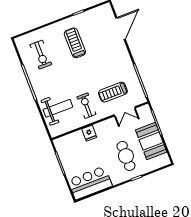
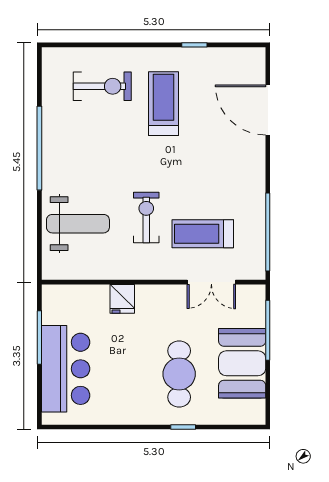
door: (120, 28) -> (268, 110), swing flipped
exercise bike: (41, 55) -> (102, 86), moved, turned -90
exercise bike: (86, 106) -> (146, 218), moved
bar counter: (90, 183) -> (66, 369), moved, turned 90

